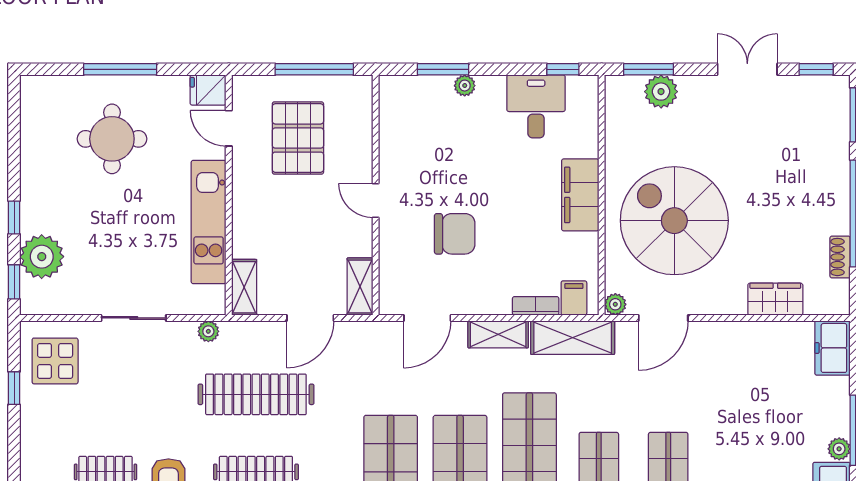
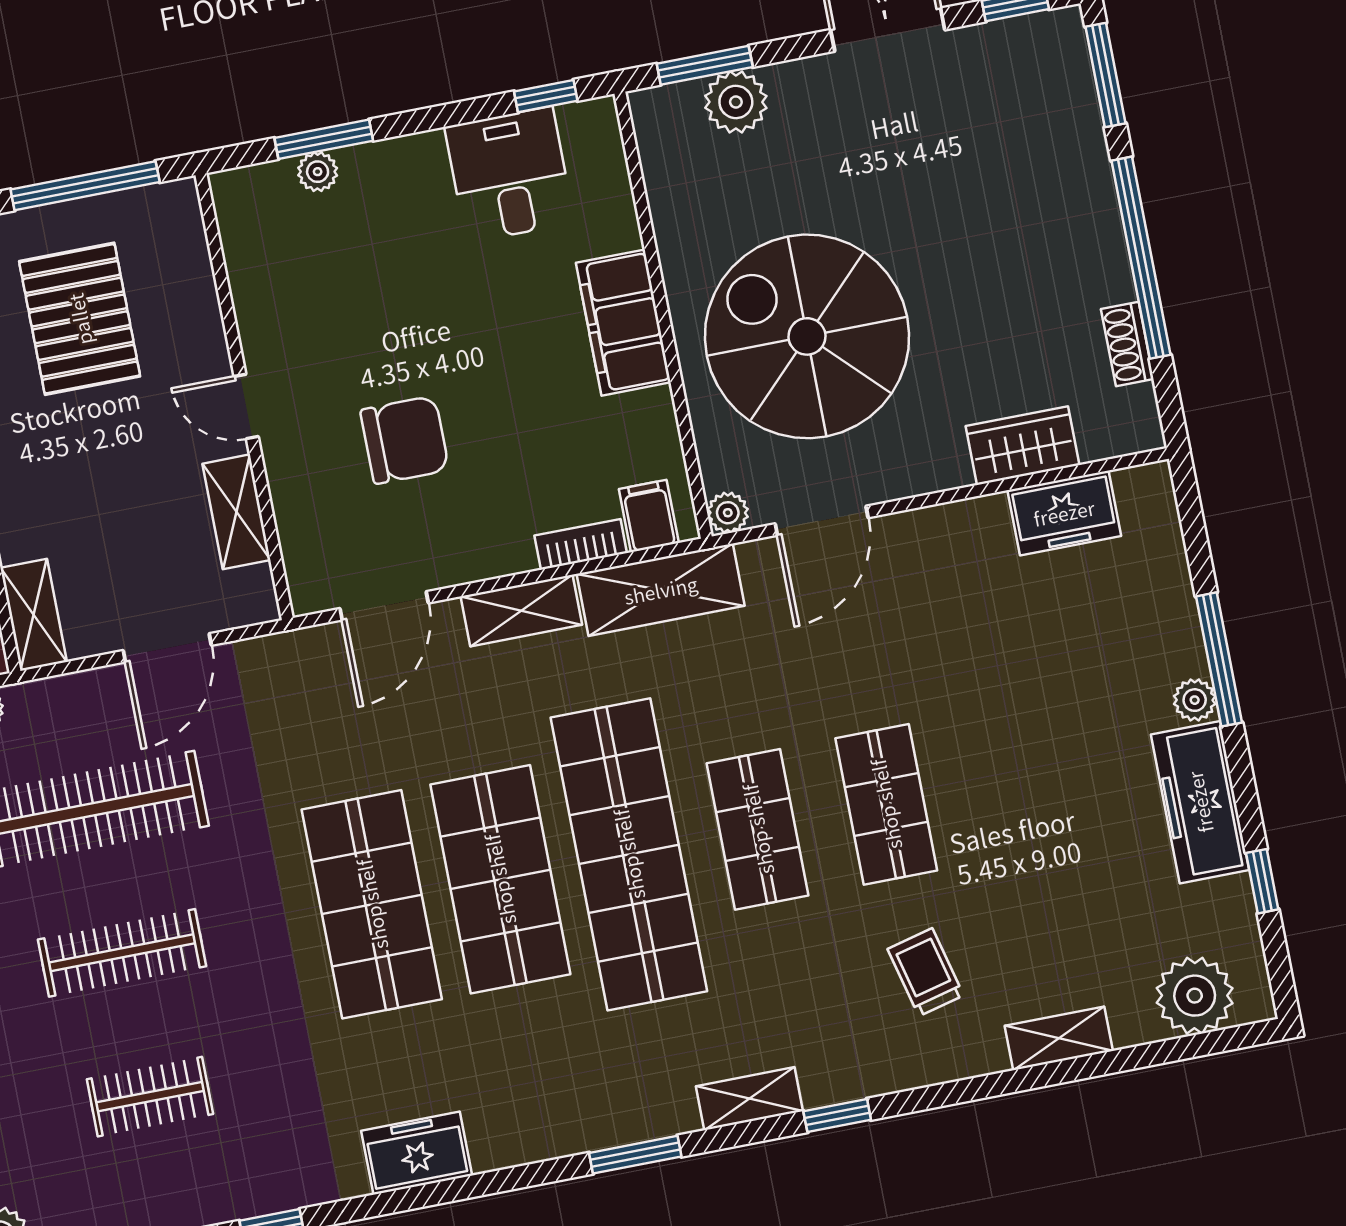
plant: (465, 86) -> (318, 172), moved
shelving: (360, 287) -> (236, 512), moved
freezer: (833, 348) -> (1064, 513), moved, turned -90

